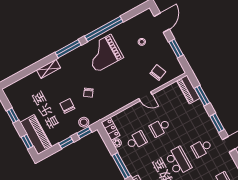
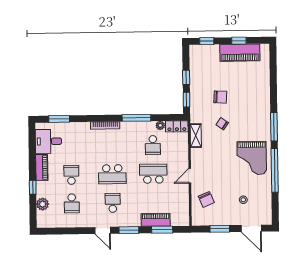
grand piano: (104, 53) -> (252, 158), turned 180
shelving: (48, 69) -> (196, 136), moved
piano: (188, 89) -> (156, 220), moved
stool: (84, 122) -> (197, 104), removed
school desk: (160, 127) -> (153, 174), width x1.85
piano: (36, 135) -> (240, 53), moved

